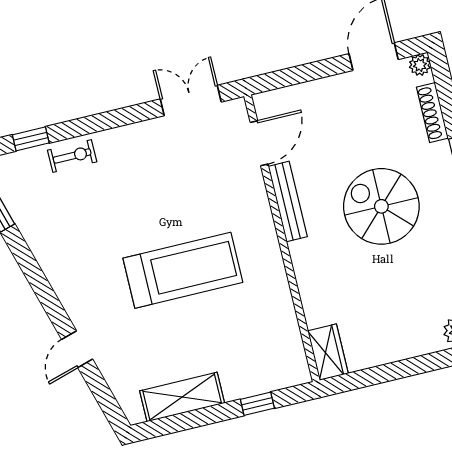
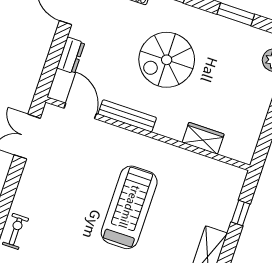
dresser: (317, 92) -> (71, 55), added
wardrobe: (328, 352) -> (203, 138), moved

